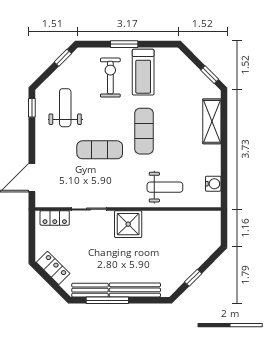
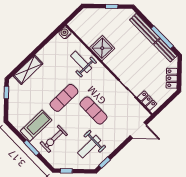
water cooler: (213, 184) -> (65, 33), moved
shower: (128, 224) -> (102, 48), moved

